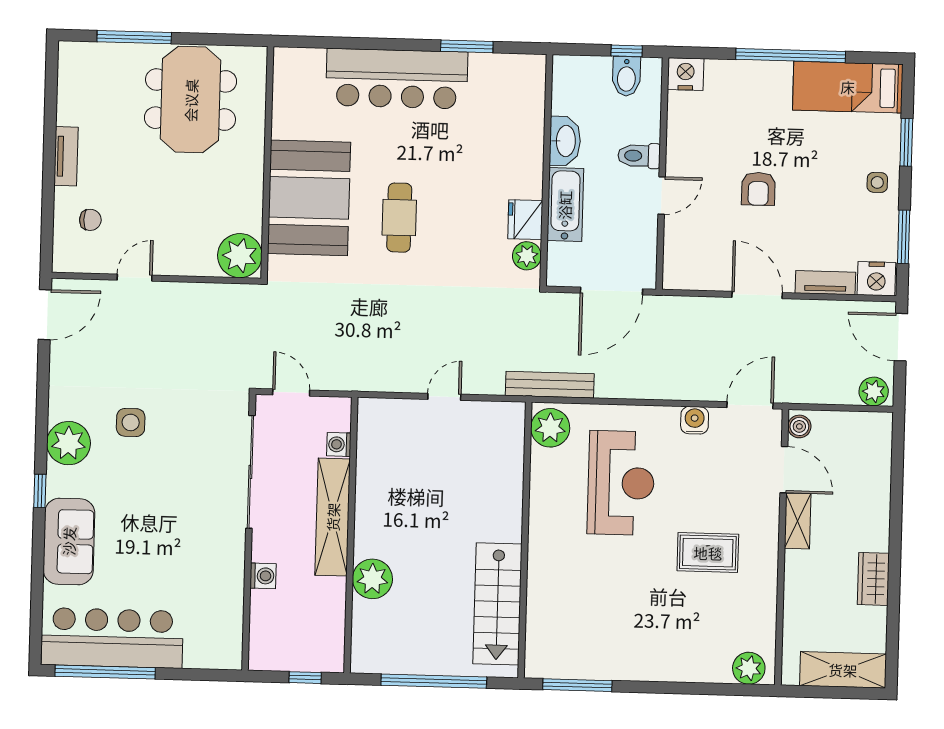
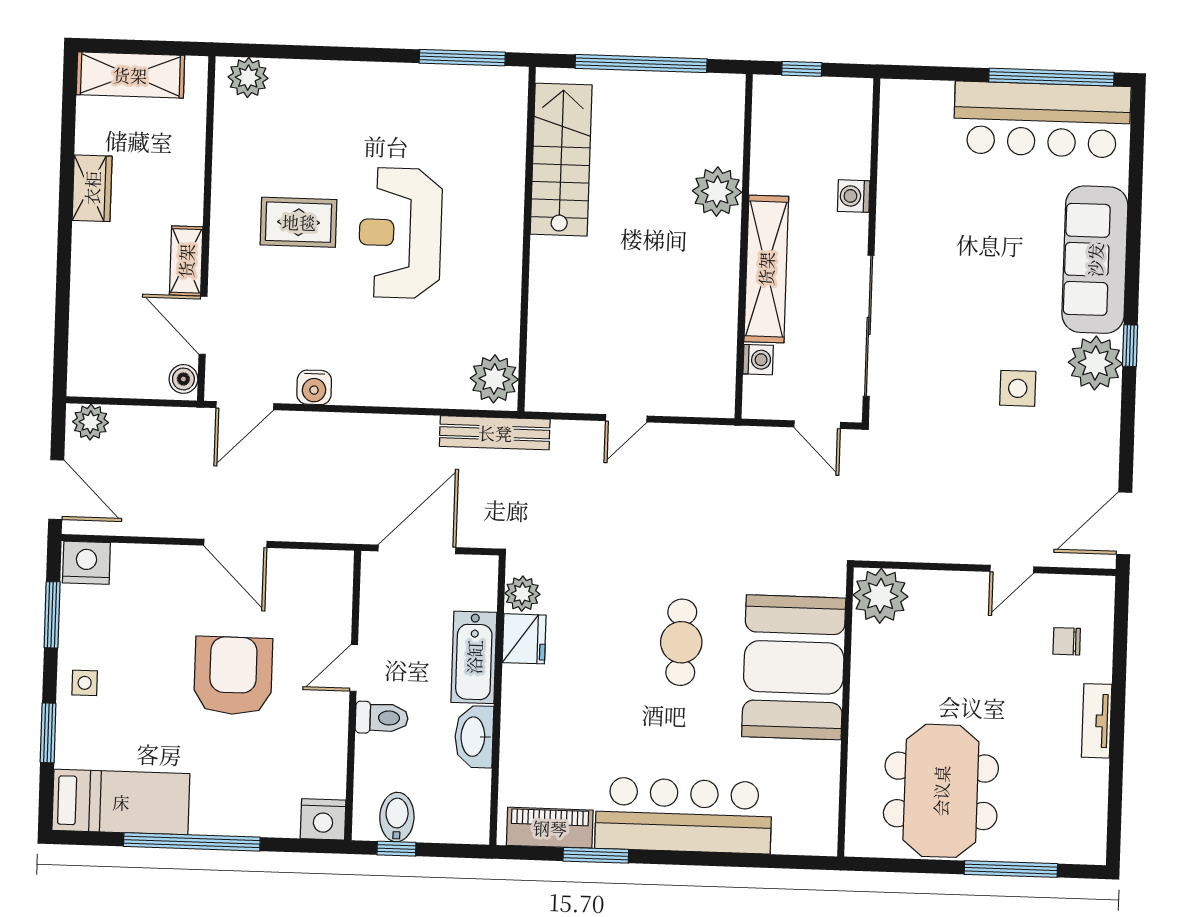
piano: (504, 68) -> (550, 828), added
armchair: (758, 189) -> (233, 676), width x1.88, depth x1.88
tv unit: (825, 283) -> (150, 558), removed
reception desk: (621, 483) -> (400, 233), moved
window: (40, 491) -> (1130, 346), moved
sofa: (69, 541) -> (1095, 260), width x1.36

